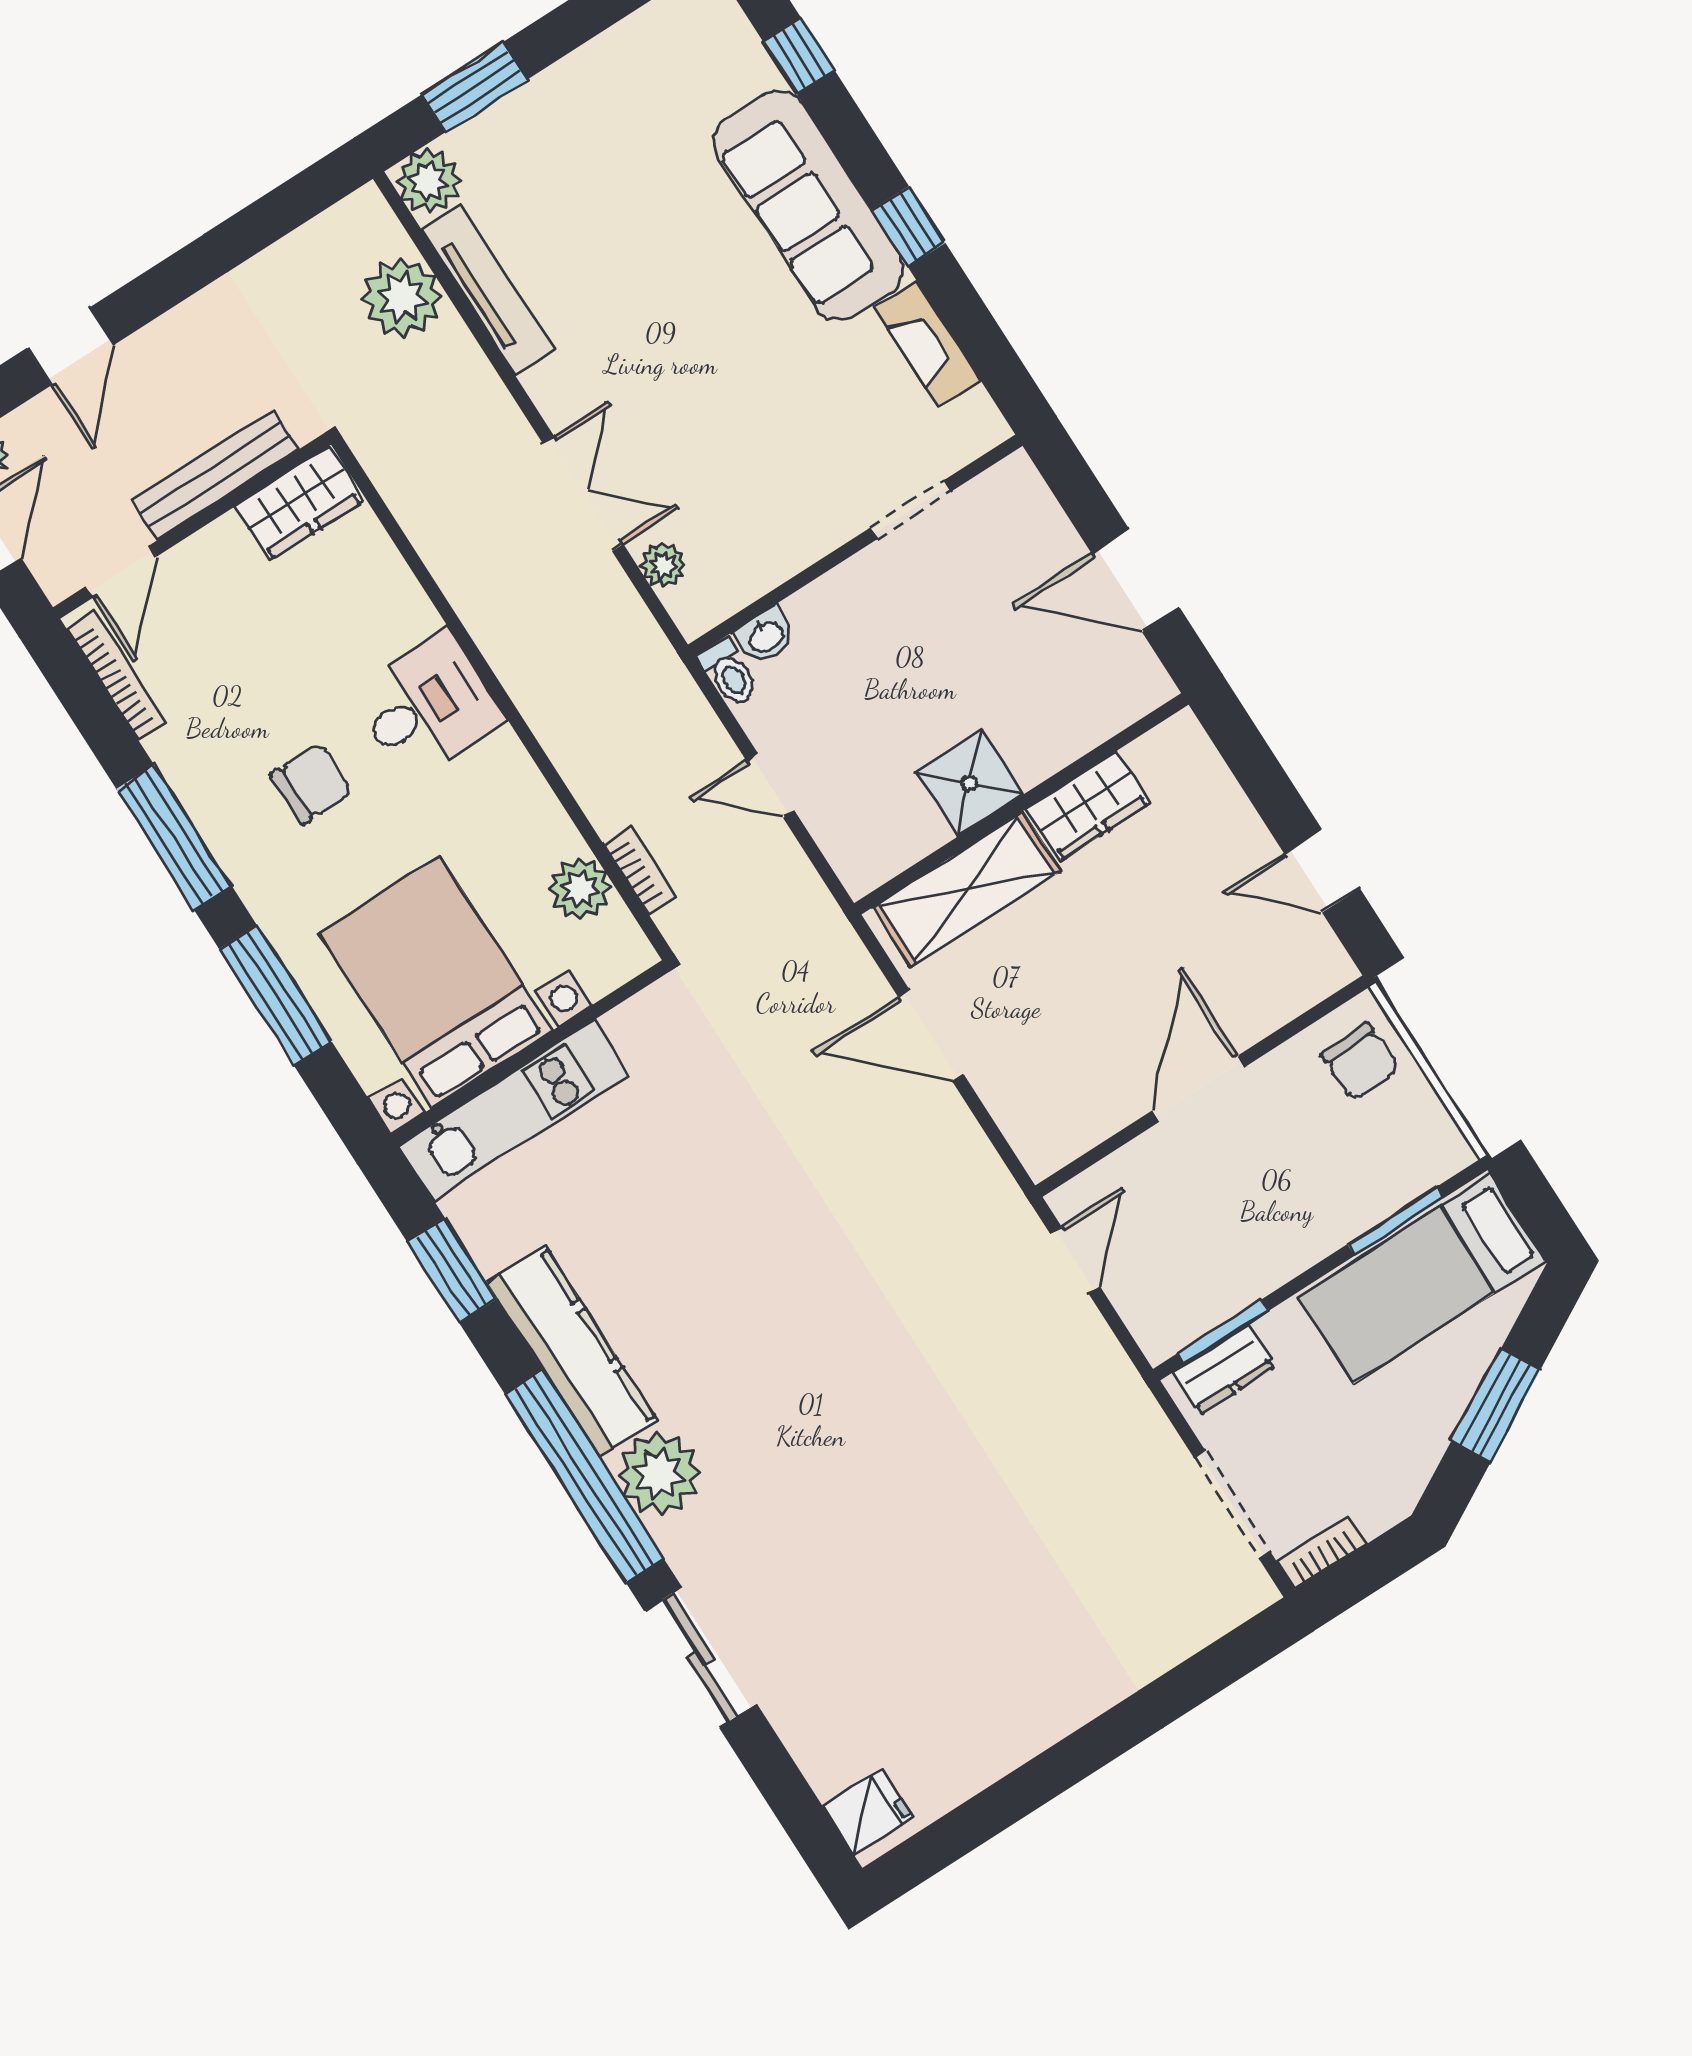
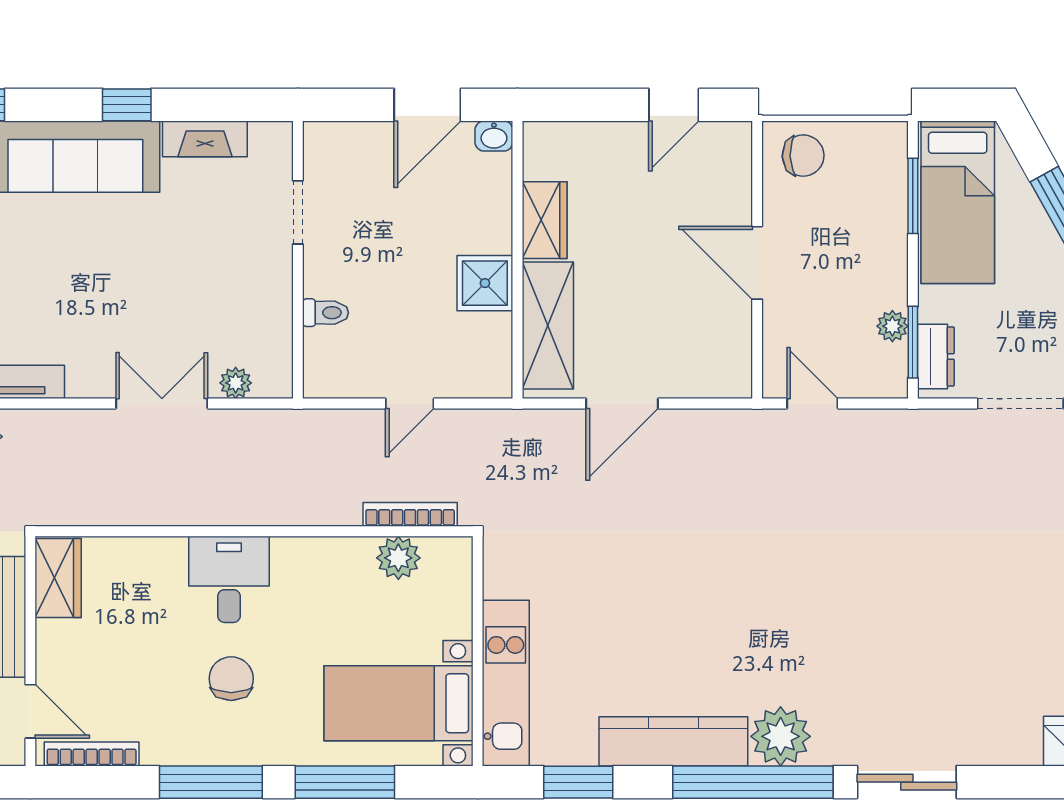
washbasin: (766, 636) -> (494, 136), moved, turned 90
toilet: (729, 672) -> (325, 313), moved
bookcase: (640, 870) -> (410, 514), width x1.56
bed with nightstands: (436, 982) -> (398, 703), width x0.73
plant: (1227, 1296) -> (892, 326), added

